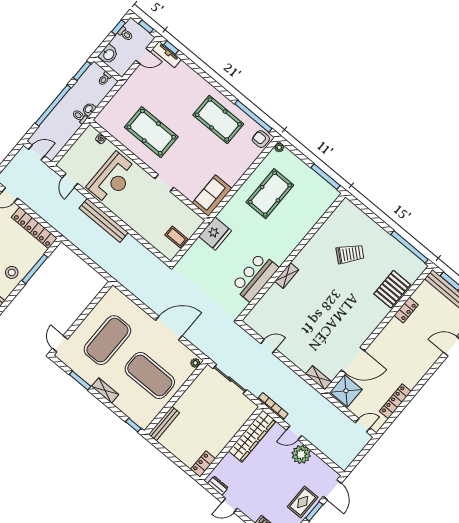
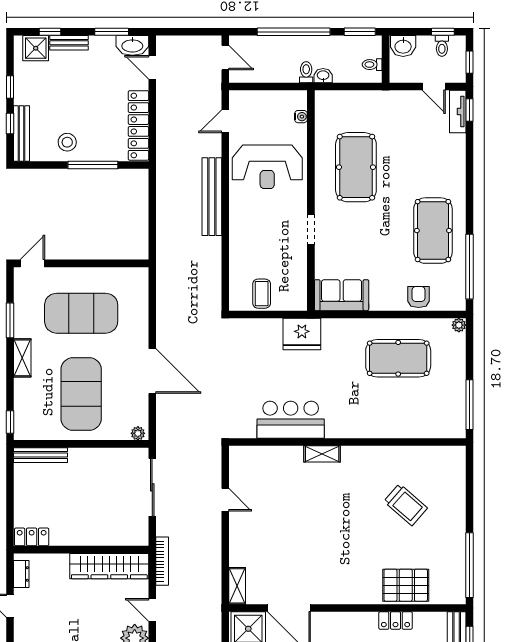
armchair: (261, 139) -> (419, 297), moved

